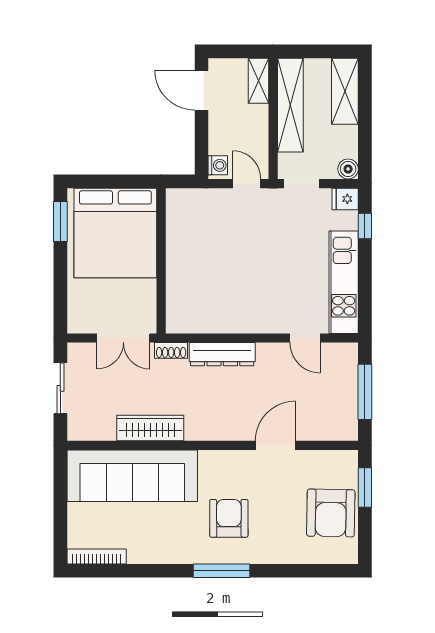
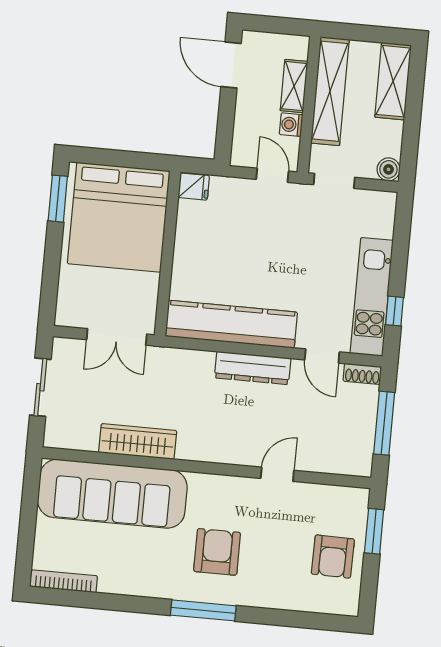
shelving: (258, 81) -> (294, 86), moved
washing machine: (218, 165) -> (291, 125), moved, turned 180
fridge: (345, 199) -> (194, 187), moved, turned 180
window: (365, 226) -> (395, 311), moved
kitchen counter: (223, 318) -> (231, 324), added
shoe rack: (171, 350) -> (362, 374), moved
dresser: (222, 354) -> (253, 368), moved
door: (275, 445) -> (277, 474), width x0.73
armchair: (331, 513) -> (333, 557), width x0.73, depth x0.73

